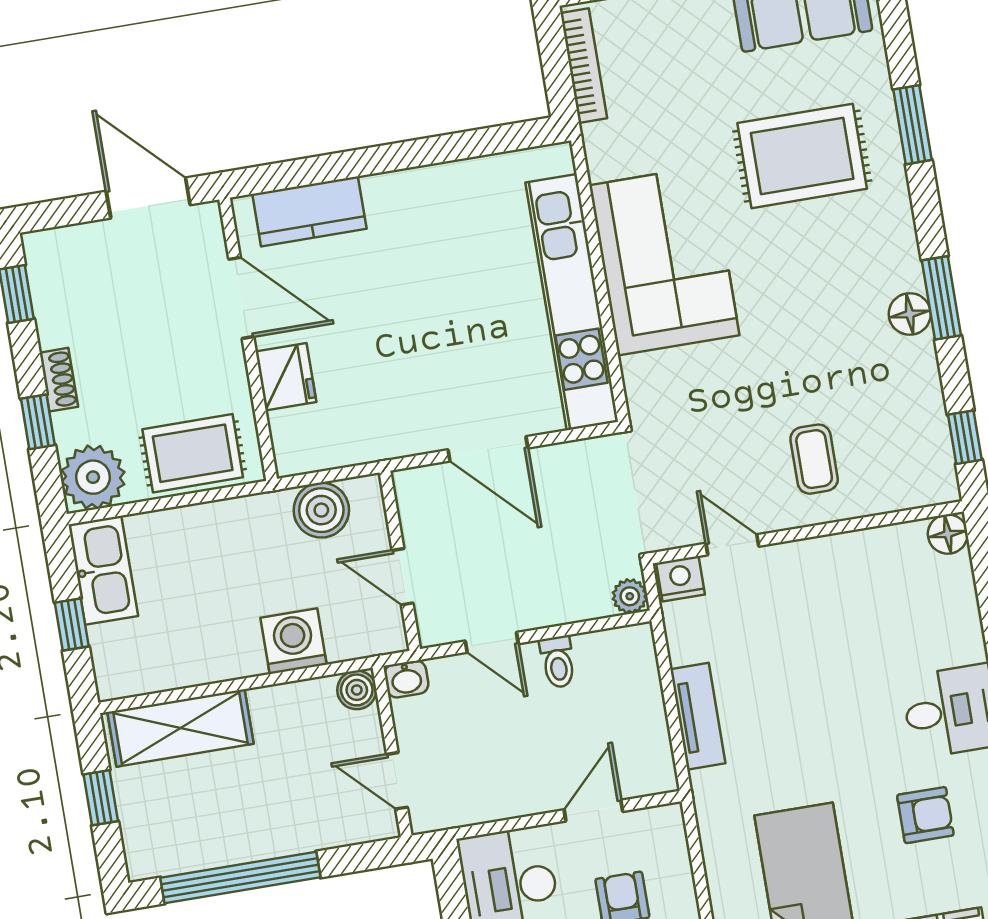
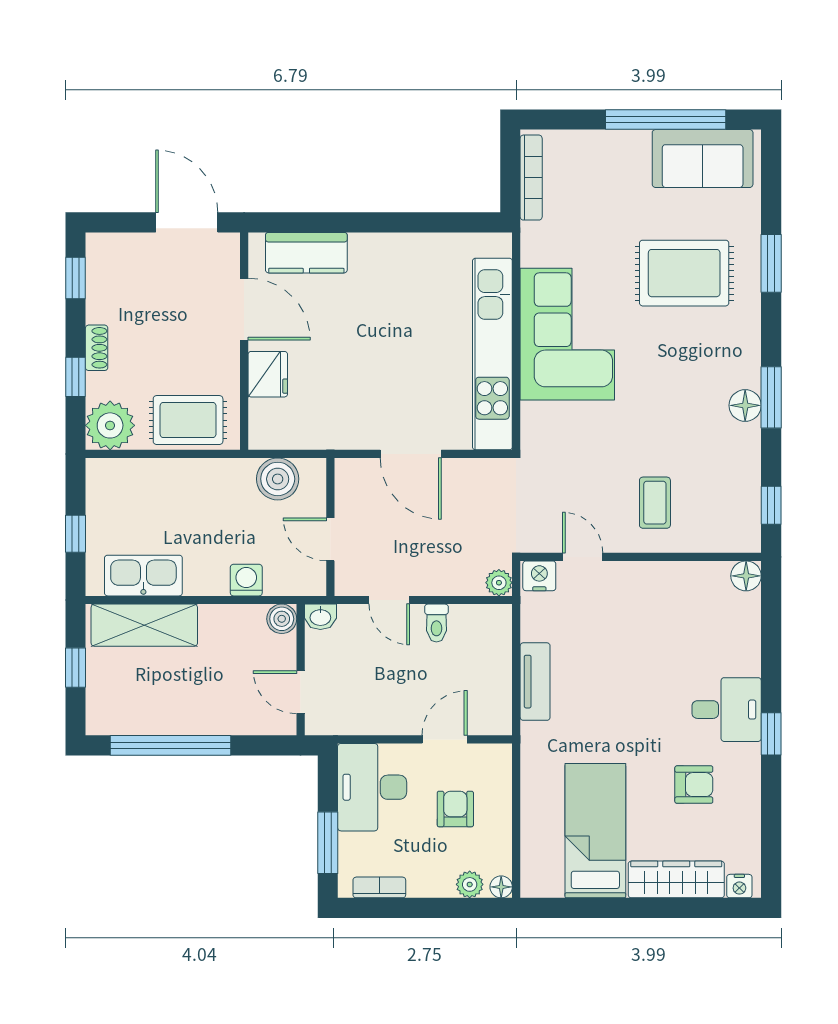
kitchen sink: (103, 570) -> (143, 576), moved, turned -90
washing machine: (293, 641) -> (246, 580), width x0.73, depth x0.73

